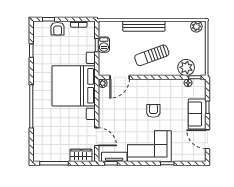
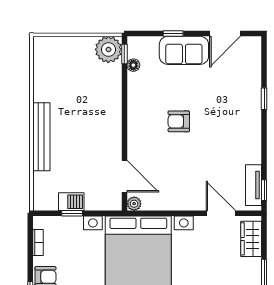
plant: (196, 26) -> (42, 52), removed
sun lounger: (152, 55) -> (89, 124), removed
plant: (186, 67) -> (108, 49), moved
door: (97, 137) -> (221, 213), hinge flipped
corner sofa: (149, 146) -> (236, 128), removed

